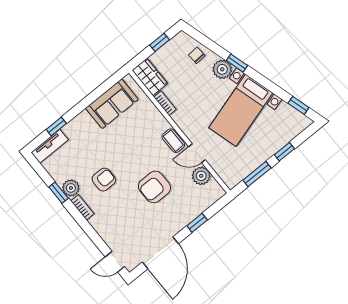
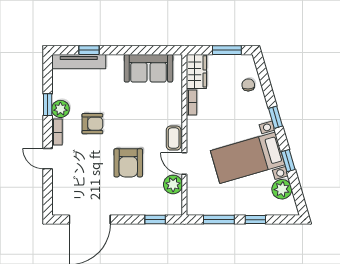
window: (159, 42) -> (227, 50), width x1.50
plant: (222, 69) -> (282, 189), moved
window: (298, 105) -> (288, 161), moved
tv unit: (50, 146) -> (79, 62), width x1.41
armchair: (154, 187) -> (128, 163), turned -90
window: (197, 223) -> (155, 220), moved
door: (115, 262) -> (48, 159), moved

